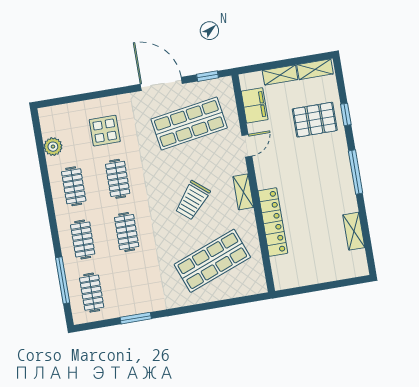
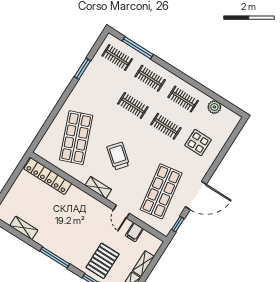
filing cabinet: (255, 105) -> (134, 232), width x0.50
locker: (273, 222) -> (48, 176), moved

